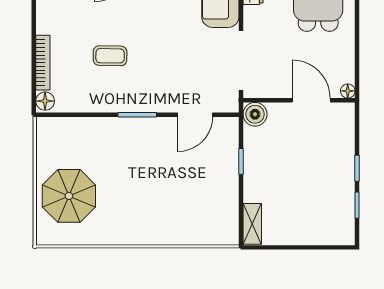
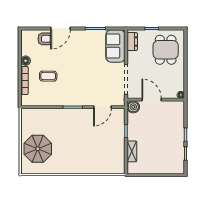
coffee table: (110, 56) -> (48, 76), moved
door: (311, 100) -> (152, 100), moved
floor lamp: (45, 101) -> (26, 61), moved
shelving: (252, 224) -> (132, 151), moved

